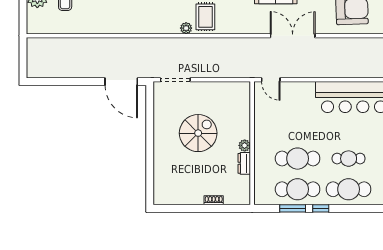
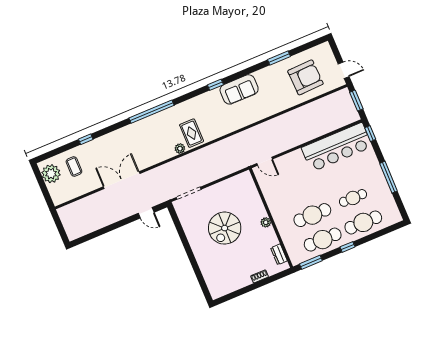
double door: (293, 36) -> (122, 180), moved
door: (121, 82) -> (146, 213), width x0.53
spiral stairs: (198, 133) -> (225, 228), turned 180
dresser: (244, 163) -> (279, 254), moved
window: (293, 208) -> (311, 262), moved

